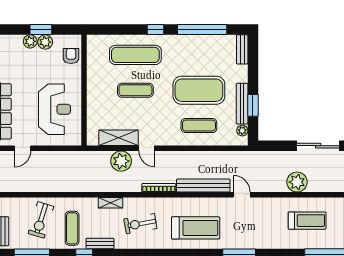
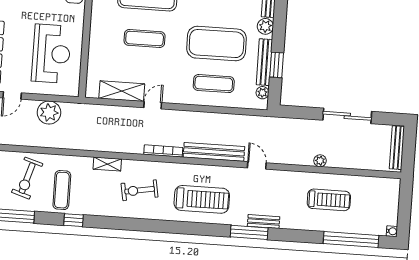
plant: (241, 72) -> (265, 26), added
door: (147, 148) -> (153, 105), swing flipped
plant: (121, 161) -> (49, 113), moved
plant: (297, 182) -> (320, 161), width x0.53, depth x0.53
bench: (100, 244) -> (264, 221), moved

